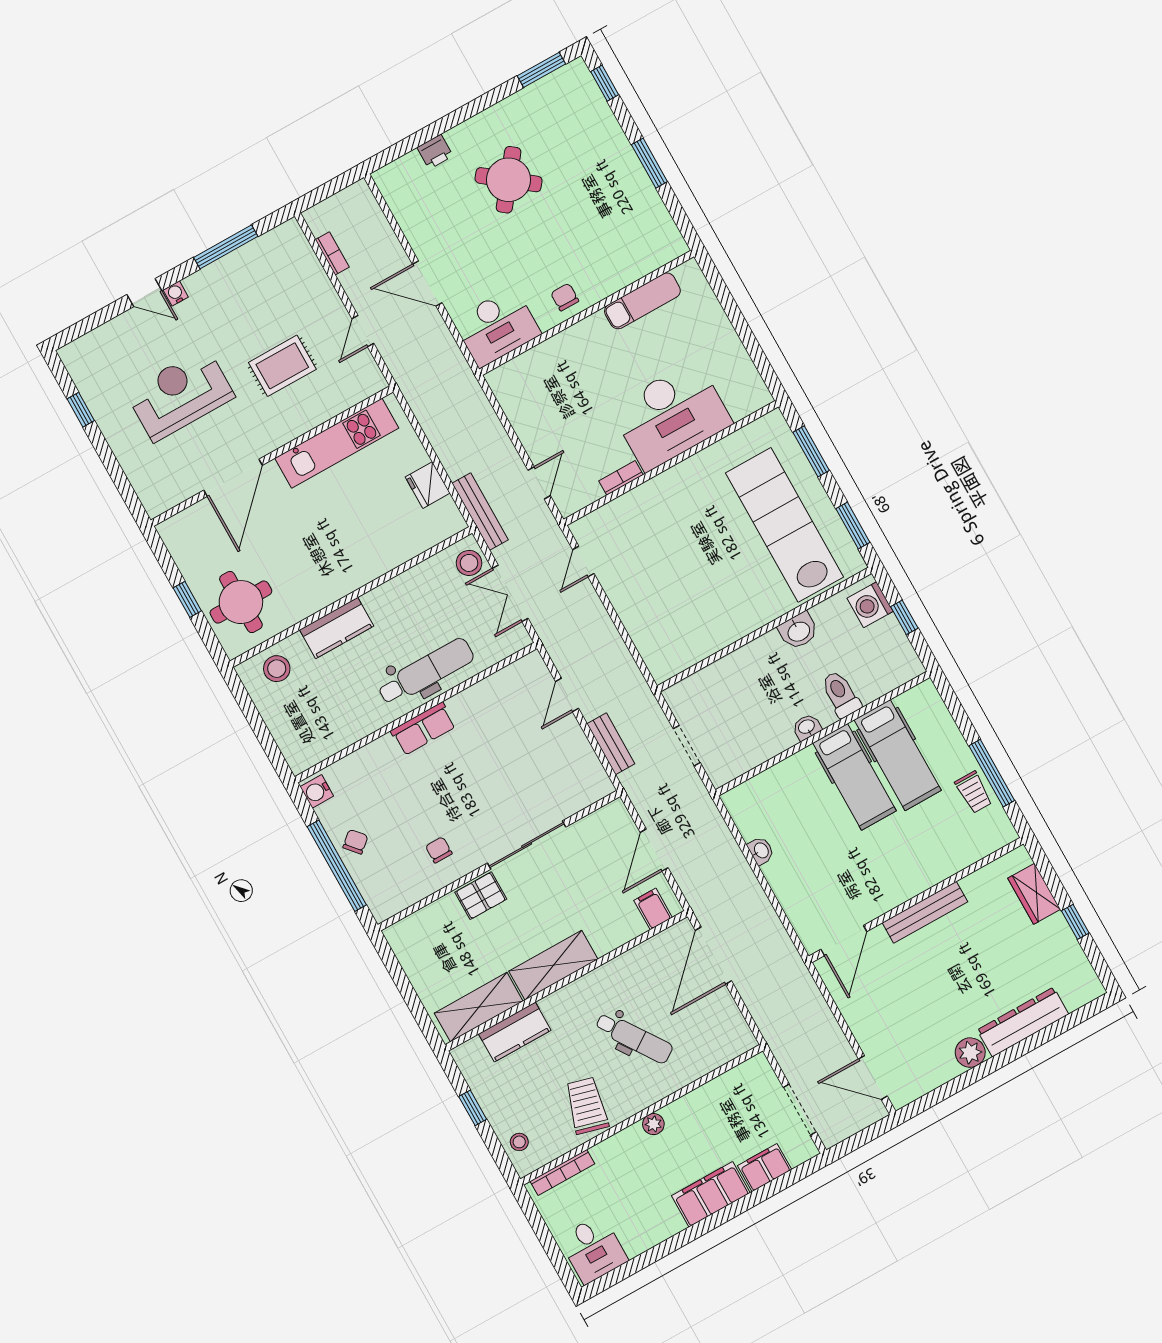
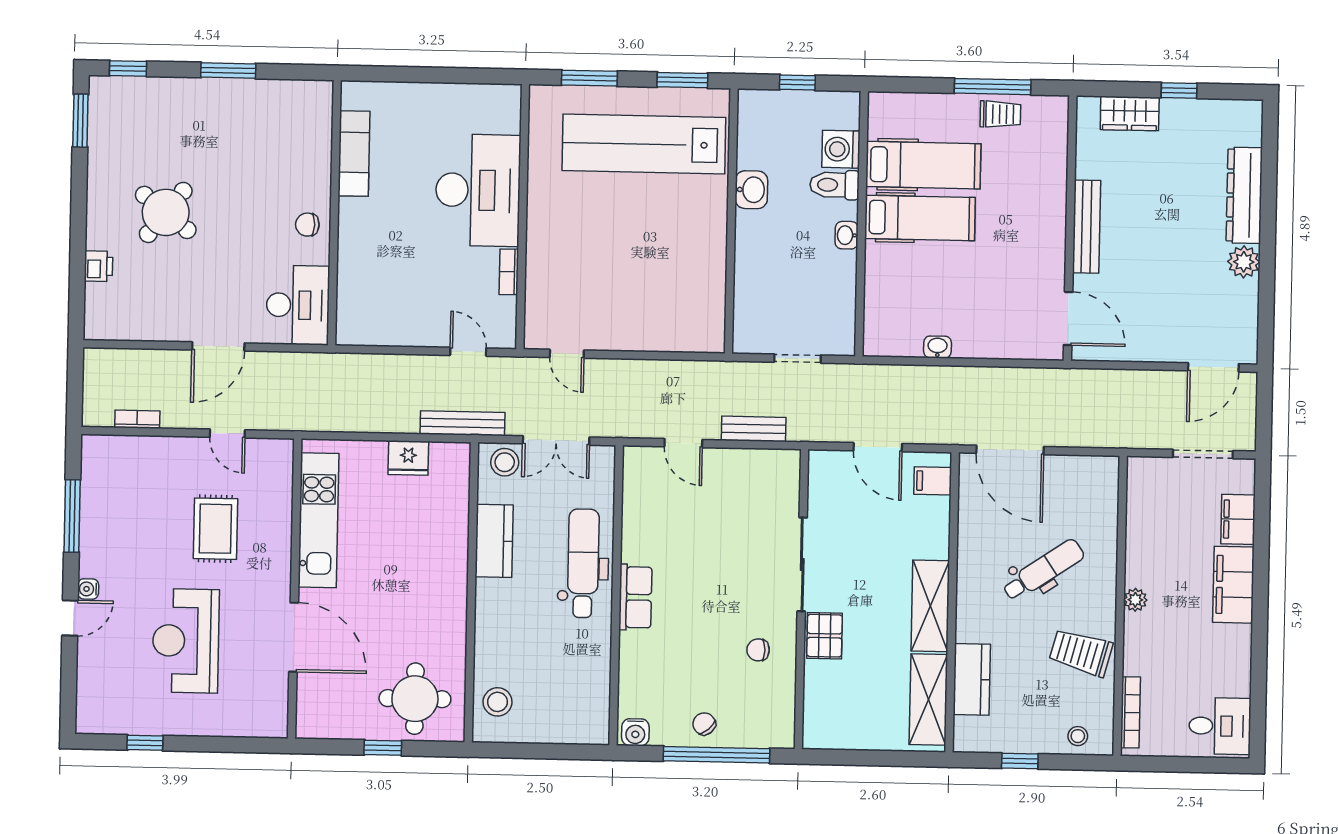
washing machine: (870, 605) -> (841, 149), moved, turned 90
kitchen counter: (337, 628) -> (494, 541), moved

